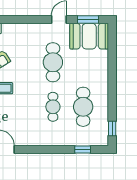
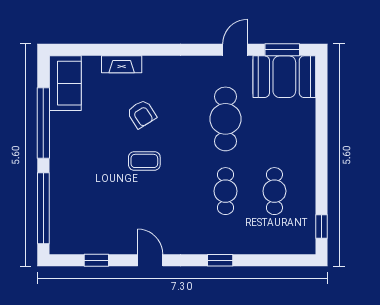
cafe table: (83, 107) -> (274, 191), width x0.73, depth x0.74
window: (83, 149) -> (220, 260), moved

